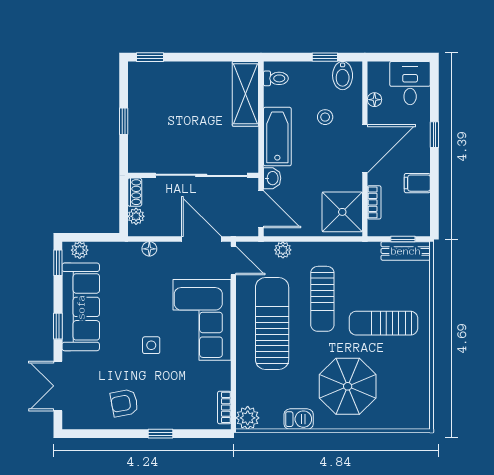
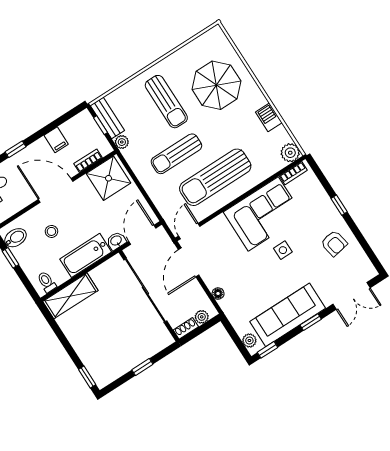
floor lamp: (375, 100) -> (18, 205), removed
plant: (283, 250) -> (122, 142), moved
sun lounger: (322, 299) -> (176, 154), turned 180
corner sofa: (202, 320) -> (263, 214), moved
parasol: (348, 386) -> (216, 85), moved

